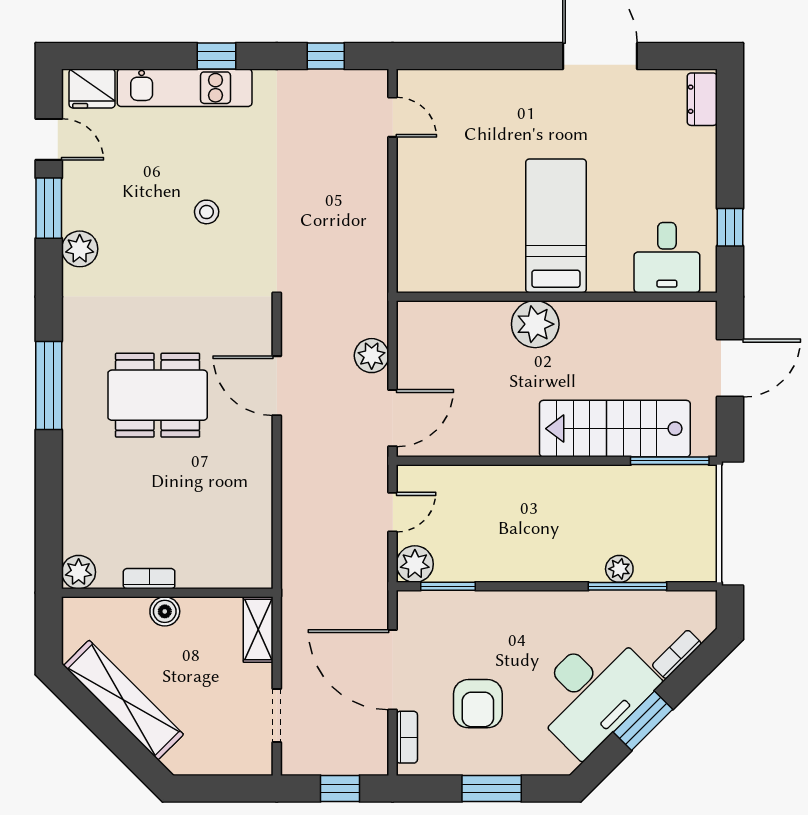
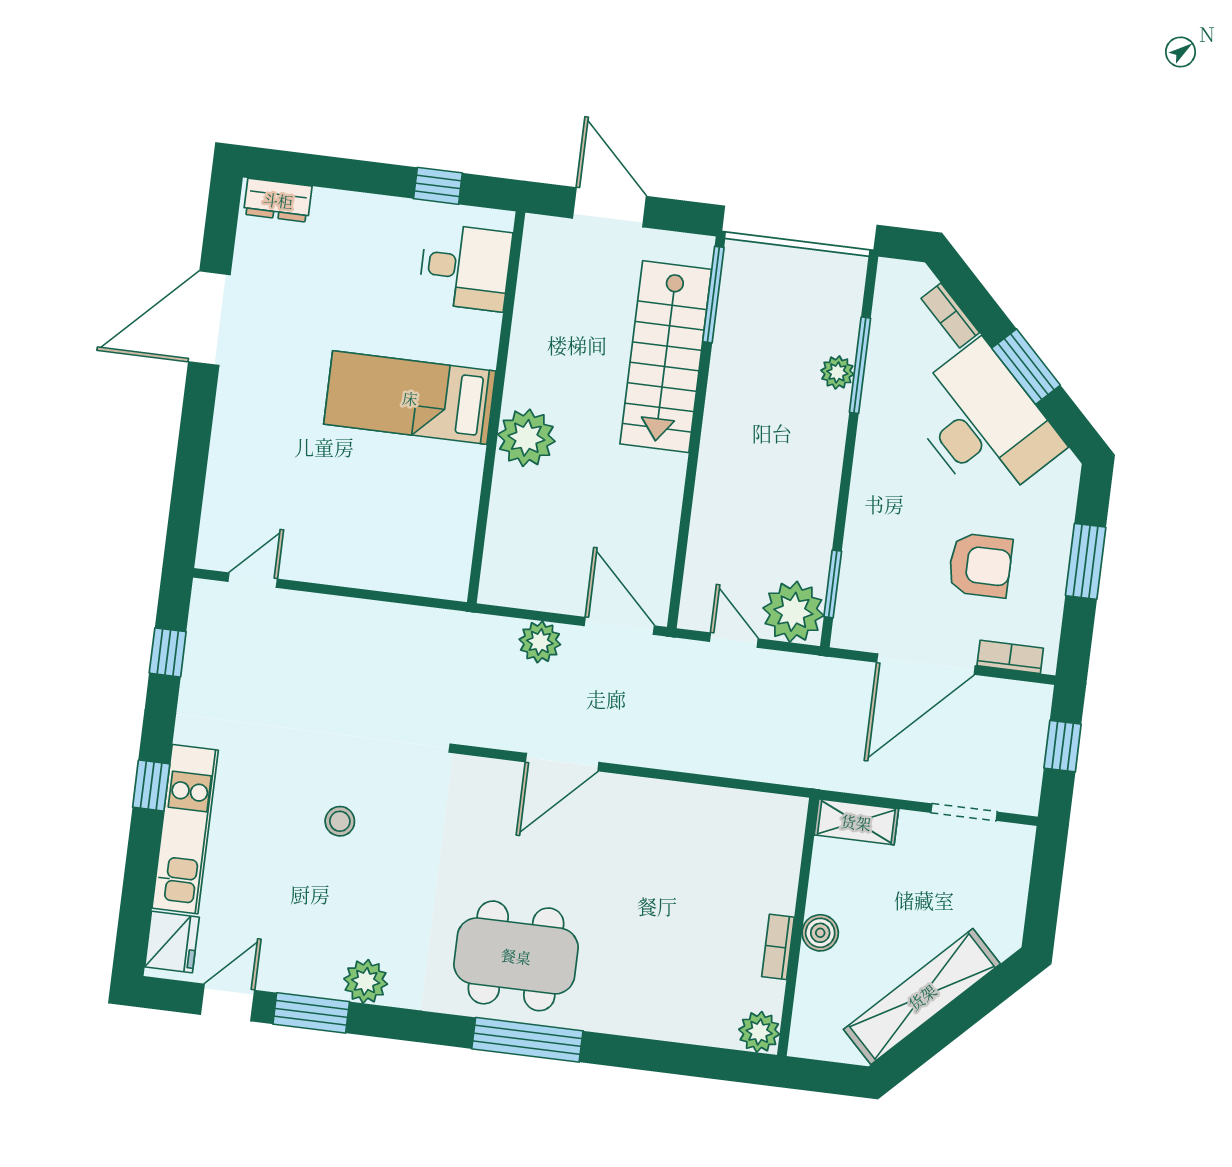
dining table: (158, 395) -> (516, 956), moved, turned 90
plant: (415, 564) -> (793, 612), width x1.36, depth x1.36

